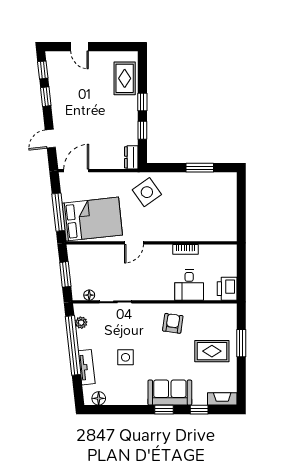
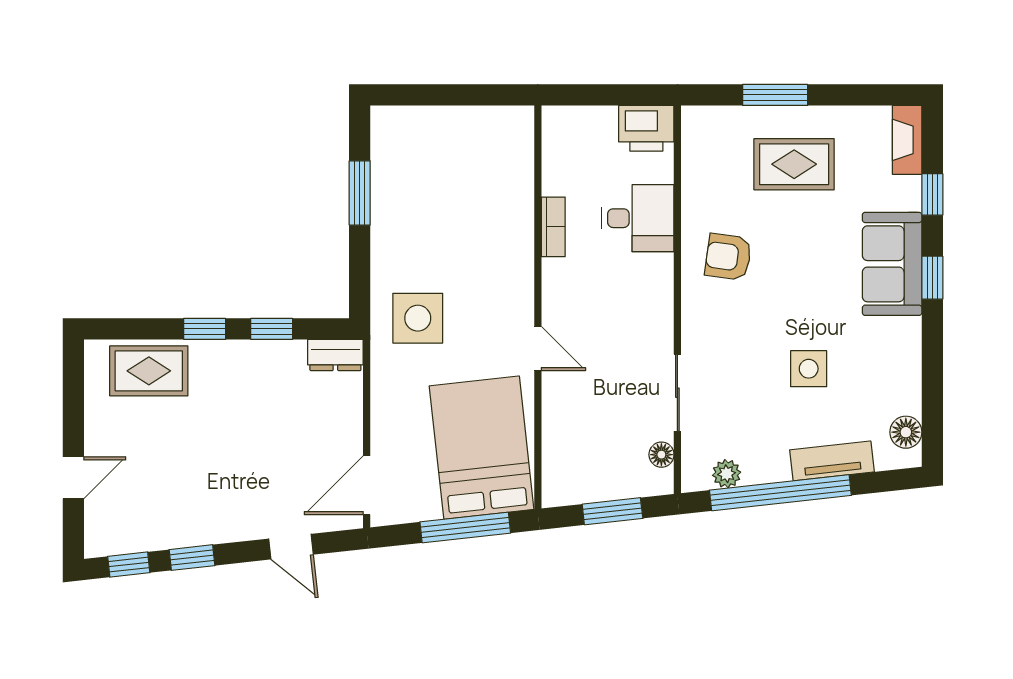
door: (76, 171) -> (367, 485), hinge flipped
side table: (147, 192) -> (418, 318), turned 35
rug: (212, 351) -> (794, 164), turned 90

